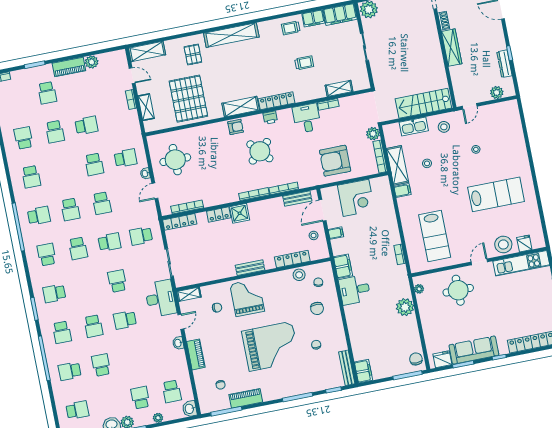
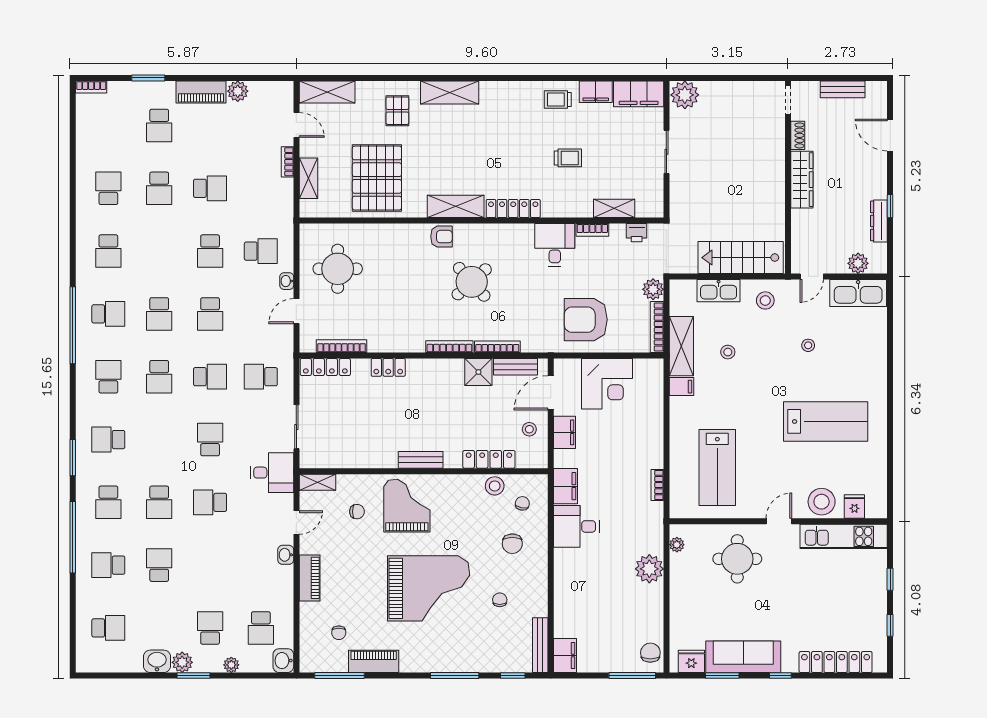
shelving: (231, 35) -> (450, 92), width x0.68
kitchen sink: (500, 111) -> (858, 293), added
printer: (270, 118) -> (637, 233), moved
shower: (240, 213) -> (478, 372), moved
filing cabinet: (336, 233) -> (565, 432), width x2.00
desk: (160, 298) -> (272, 473), width x0.73

